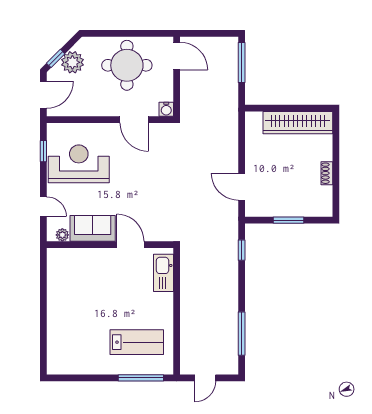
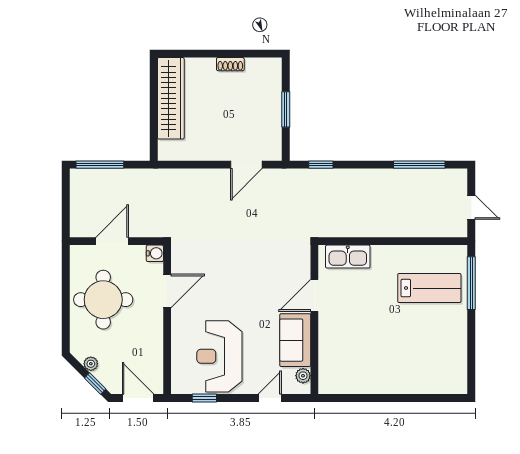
door: (177, 56) -> (112, 241), moved
plant: (72, 62) -> (91, 364), width x0.53, depth x0.53
lab bench: (137, 342) -> (429, 288), turned 90

